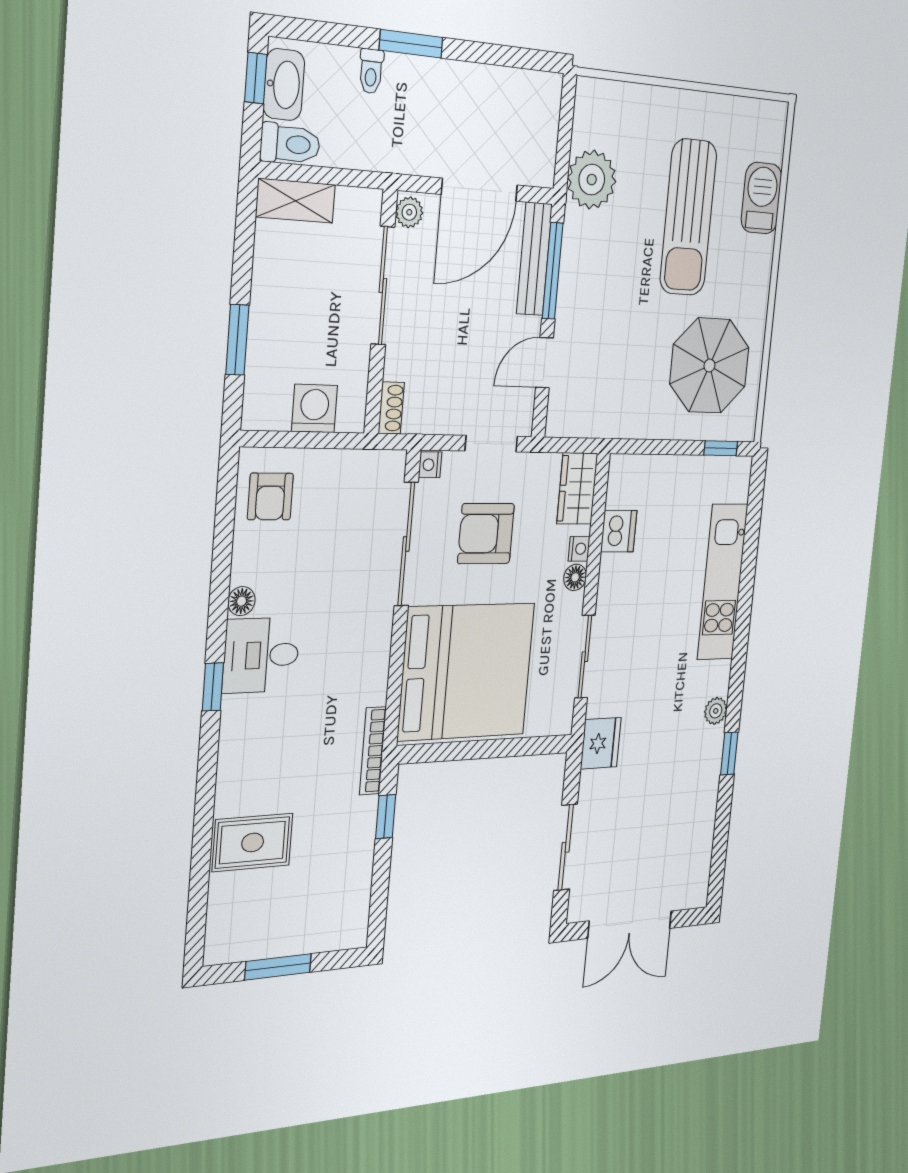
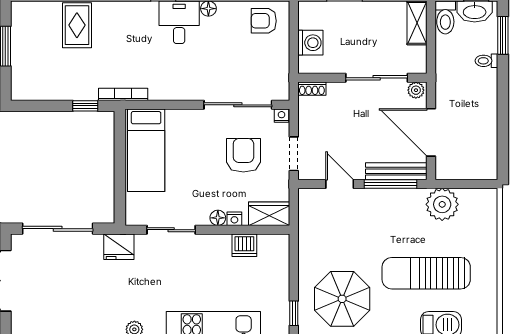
window: (411, 44) -> (503, 35), moved
bed: (466, 671) -> (146, 150), width x0.49
sliding door: (566, 847) -> (58, 229), width x1.37

